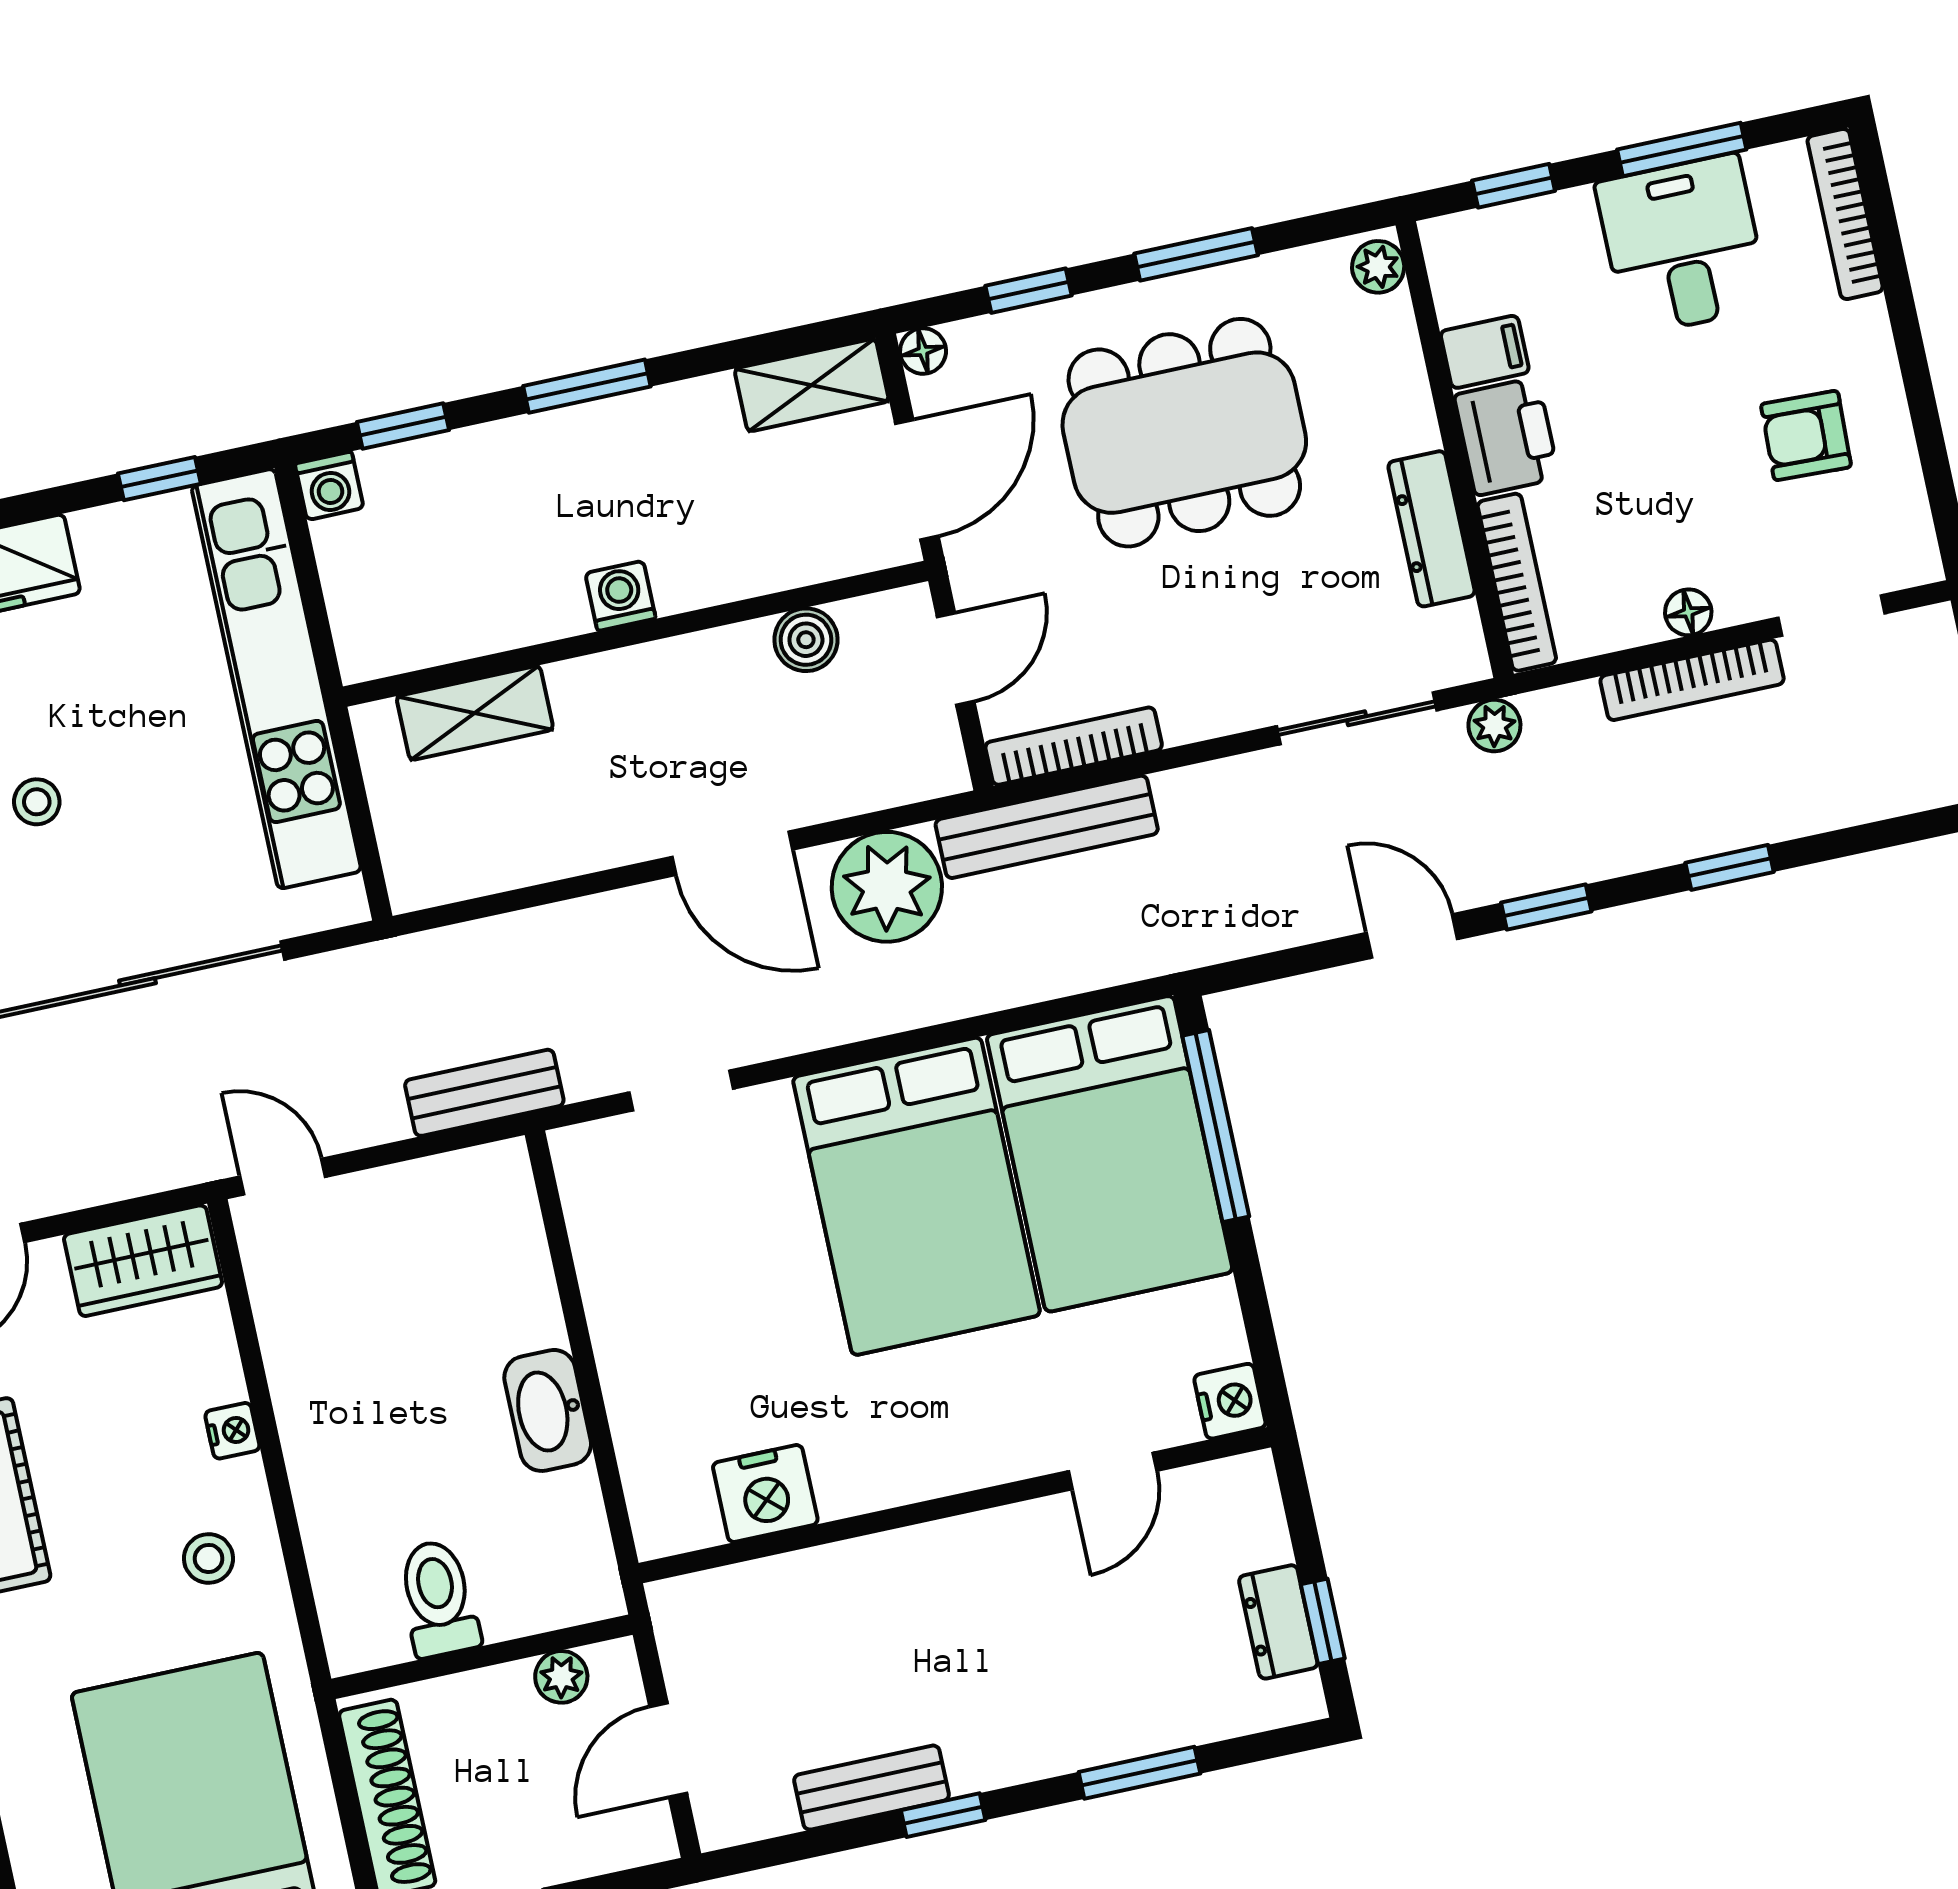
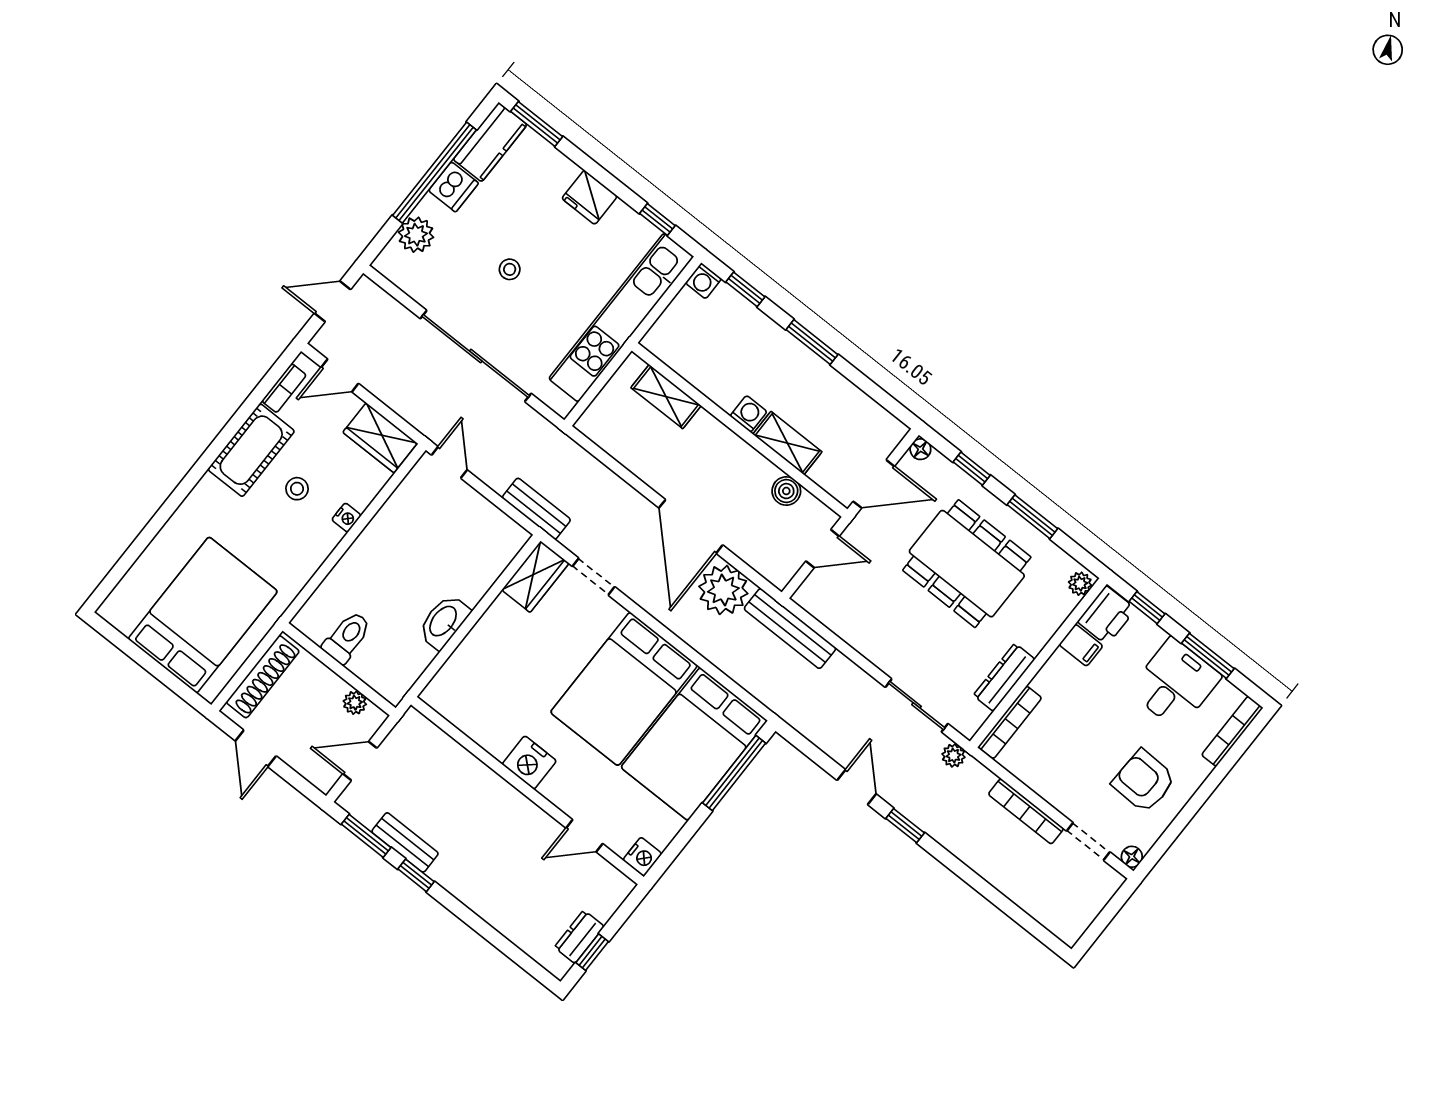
shelving: (812, 385) -> (787, 443), moved
printer: (1507, 436) -> (1107, 615), moved
armchair: (1806, 436) -> (1144, 781), width x1.38, depth x1.38
floor lamp: (1688, 612) -> (1132, 857), moved
bookcase: (1074, 746) -> (826, 615), removed
door: (732, 853) -> (691, 526), width x1.36
window: (1730, 867) -> (971, 878), removed
wardrobe: (599, 1190) -> (535, 577), added
nightstand: (765, 1493) -> (529, 763), moved
stool: (209, 1558) -> (297, 489), moved
window: (1139, 1773) -> (366, 836), moved

